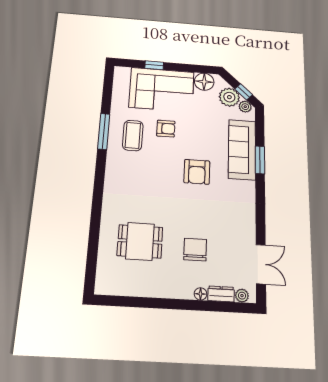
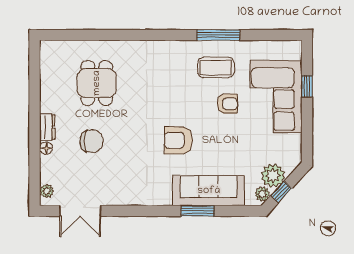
floor lamp: (204, 82) -> (291, 146), removed
armchair: (166, 129) -> (227, 104), turned -90
dresser: (221, 294) -> (47, 127), moved

